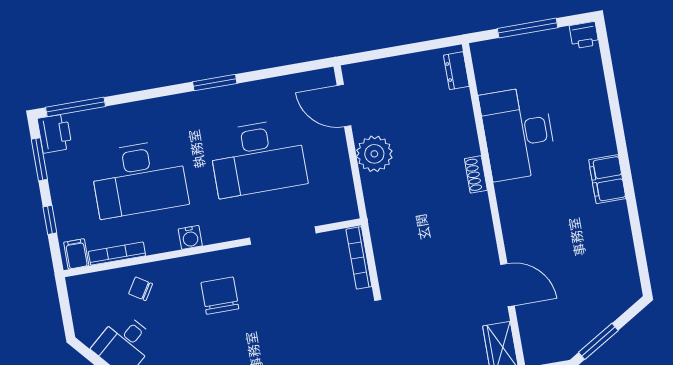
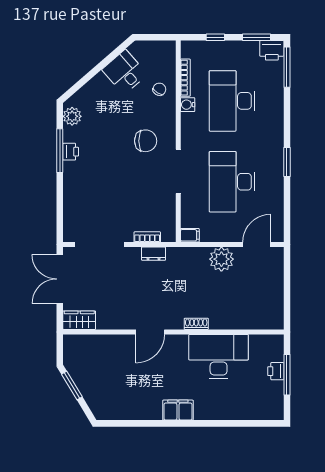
printer: (584, 35) -> (276, 371), moved
dresser: (456, 71) -> (154, 254), moved, turned 180
doorway: (283, 235) -> (178, 171), moved
water cooler: (190, 237) -> (188, 105), moved
filing cabinet: (76, 254) -> (190, 235), moved
bookcase: (359, 258) -> (147, 237), width x0.64
door: (507, 285) -> (150, 332), moved

